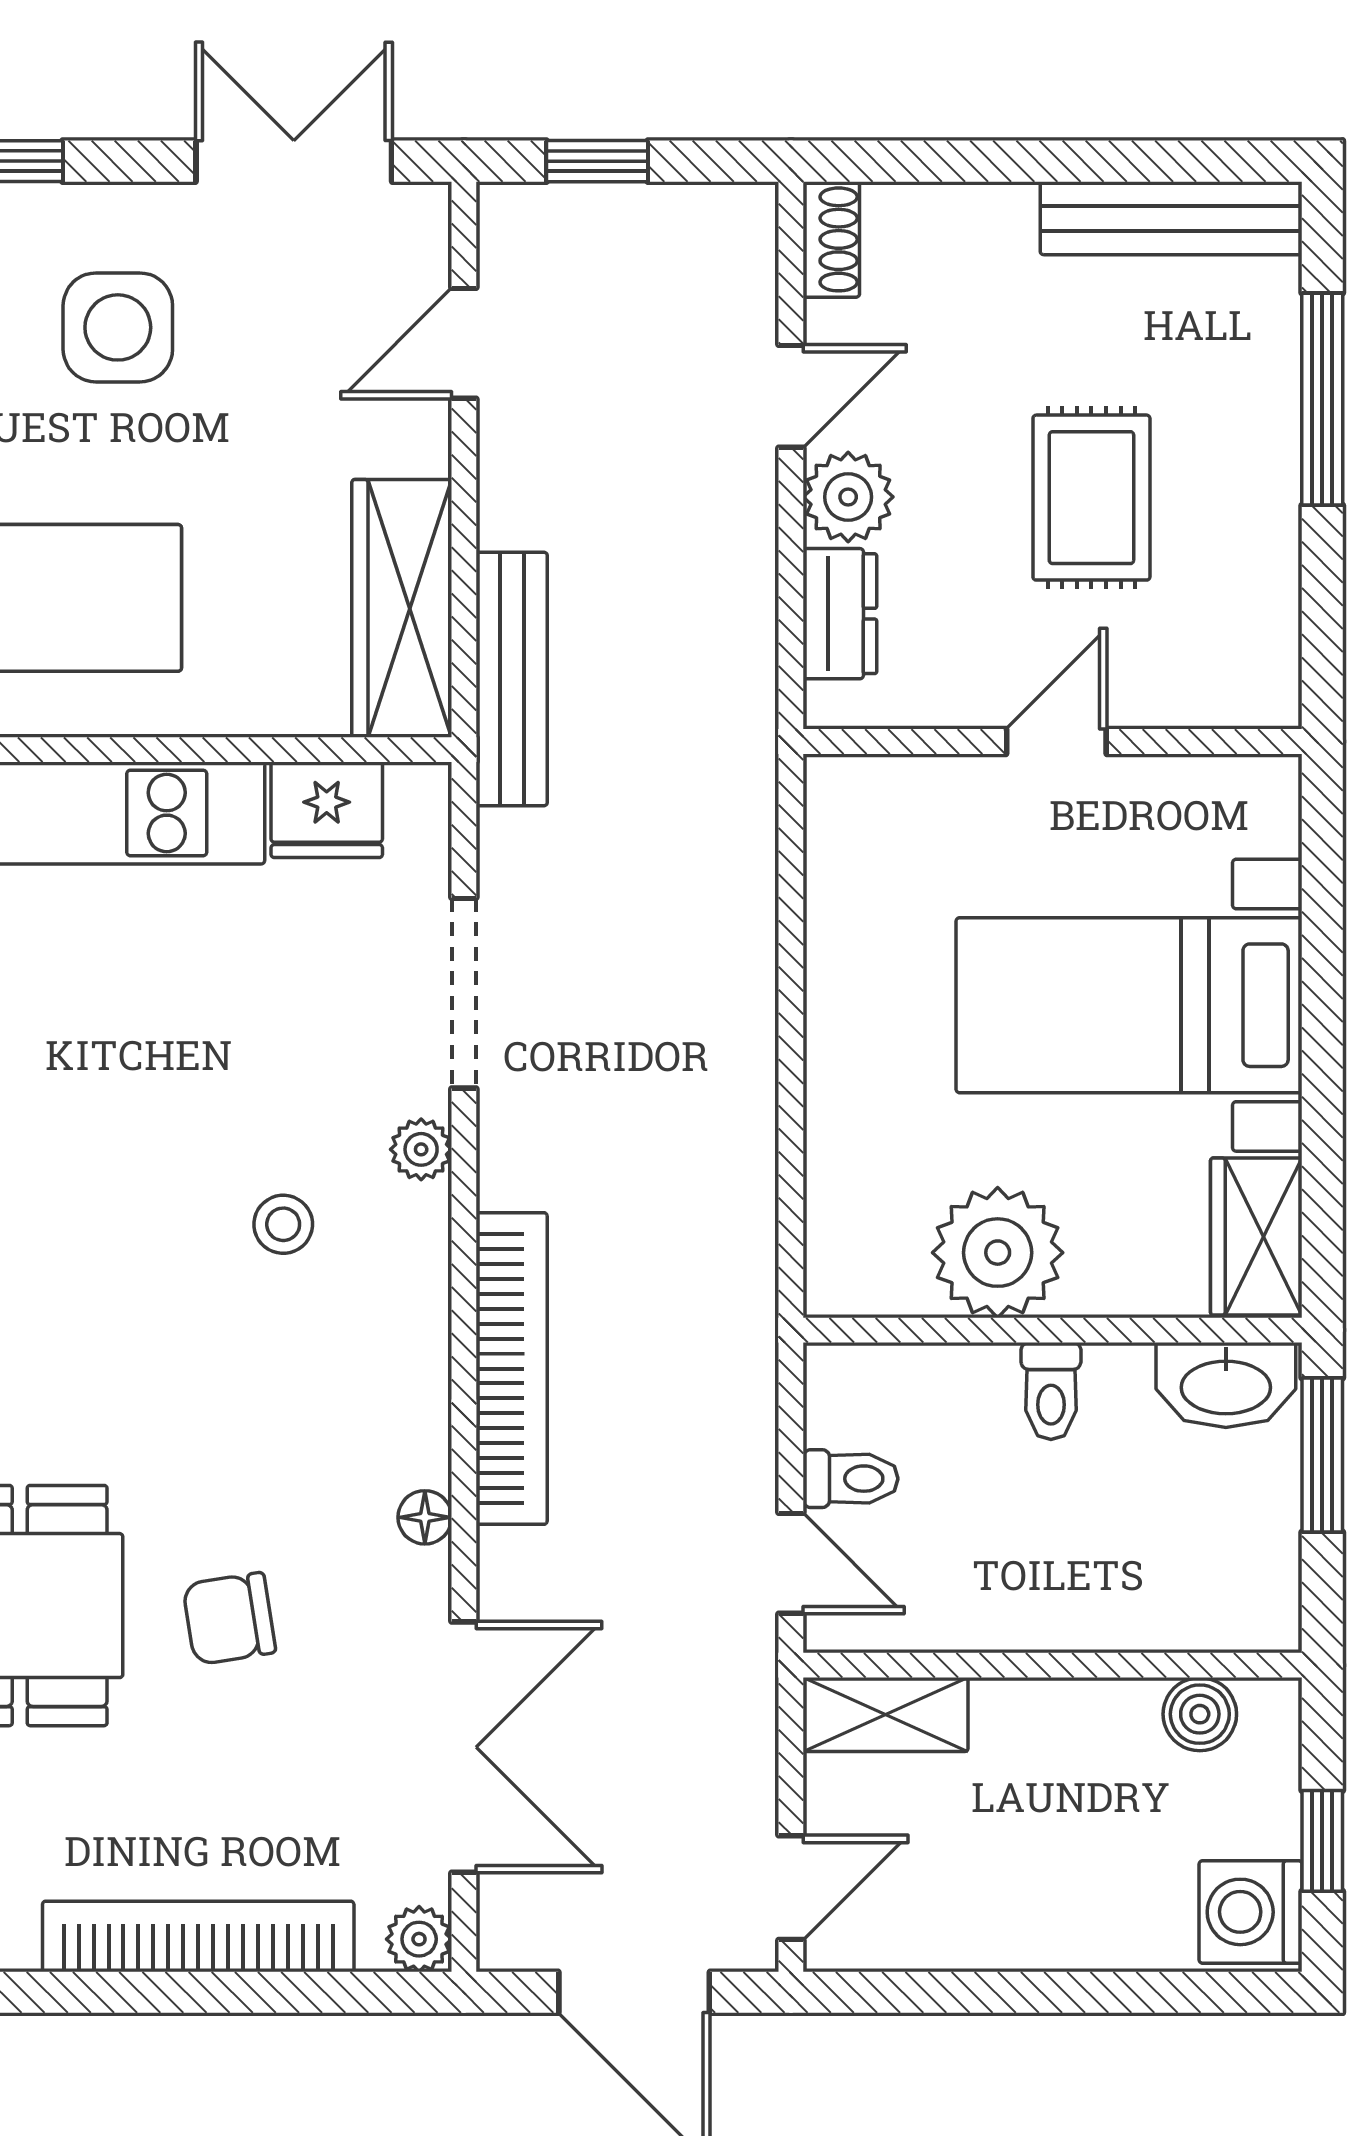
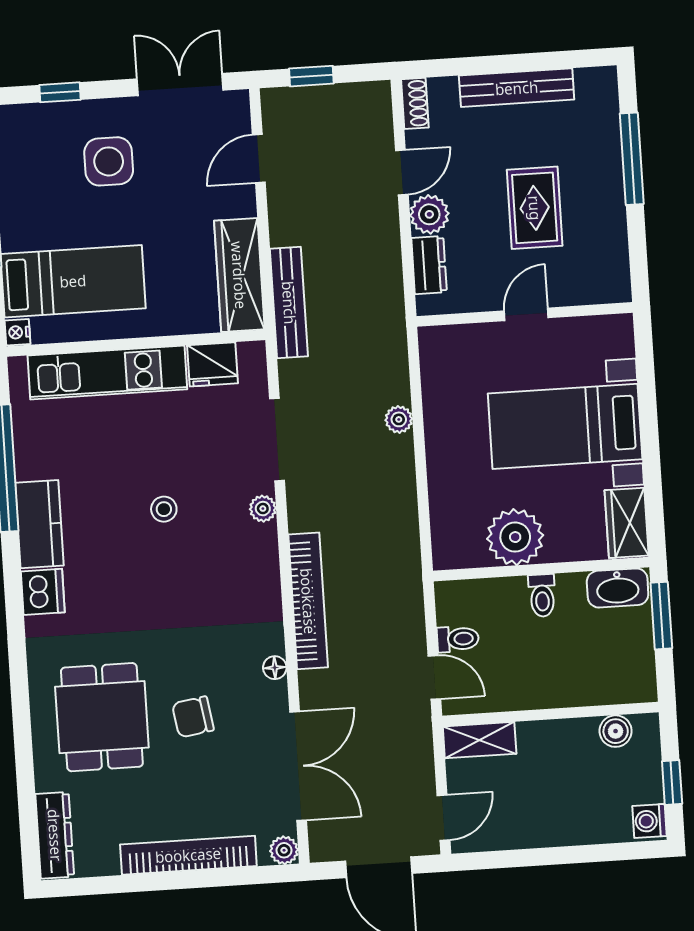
bench: (1171, 218) -> (517, 88), moved
plant: (747, 964) -> (399, 419), added
stool: (283, 1224) -> (164, 509), moved
washing machine: (1250, 1912) -> (649, 821), width x0.73, depth x0.73

